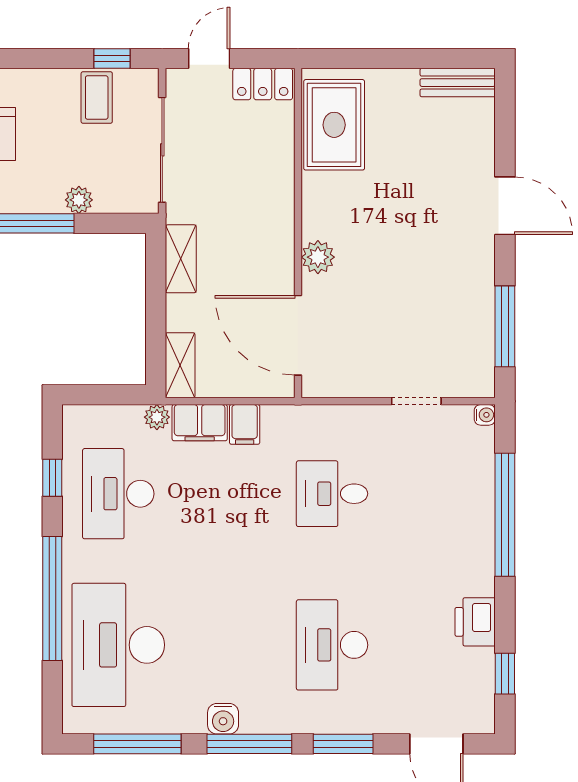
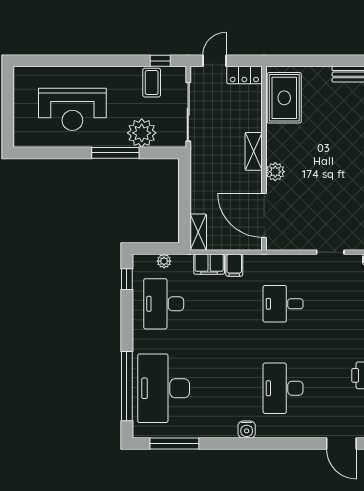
plant: (79, 200) -> (142, 133), width x1.88, depth x1.88
shelving: (181, 259) -> (254, 151), moved
plant: (157, 417) -> (164, 261), moved
window: (52, 478) -> (127, 279), moved
window: (52, 599) -> (127, 386), moved
water cooler: (223, 719) -> (247, 429), moved
window: (249, 744) -> (237, 444), removed
window: (343, 744) -> (289, 444), removed

